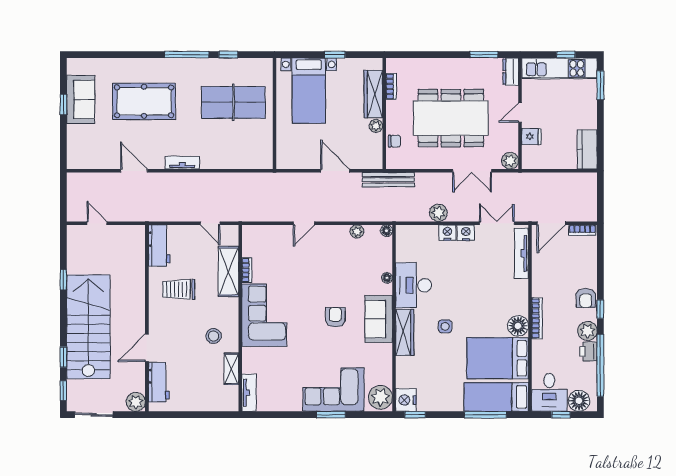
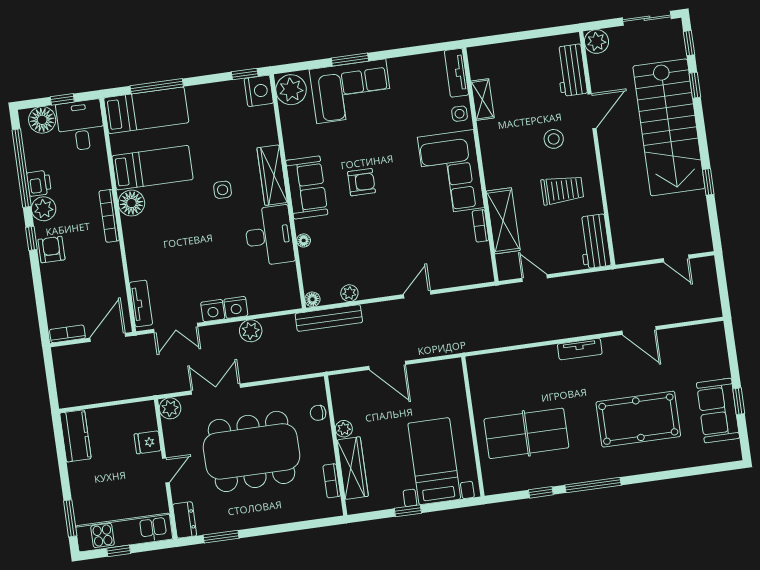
bench: (388, 180) -> (329, 318), moved
tv unit: (521, 253) -> (141, 304), width x0.71
armchair: (335, 317) -> (361, 182), turned -90
stool: (214, 336) -> (554, 139), moved
bed: (498, 358) -> (152, 168), width x0.67
side table: (251, 360) -> (460, 114), added

